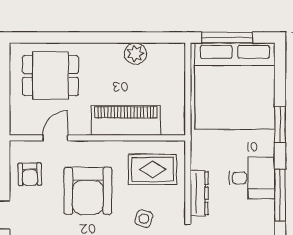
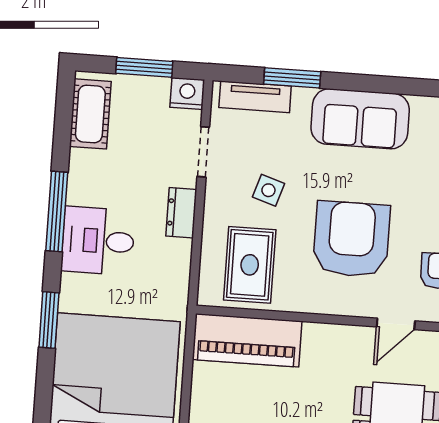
piano: (126, 120) -> (247, 340), moved
rug: (153, 169) -> (250, 265), turned 90
dresser: (199, 193) -> (181, 213), width x0.70

